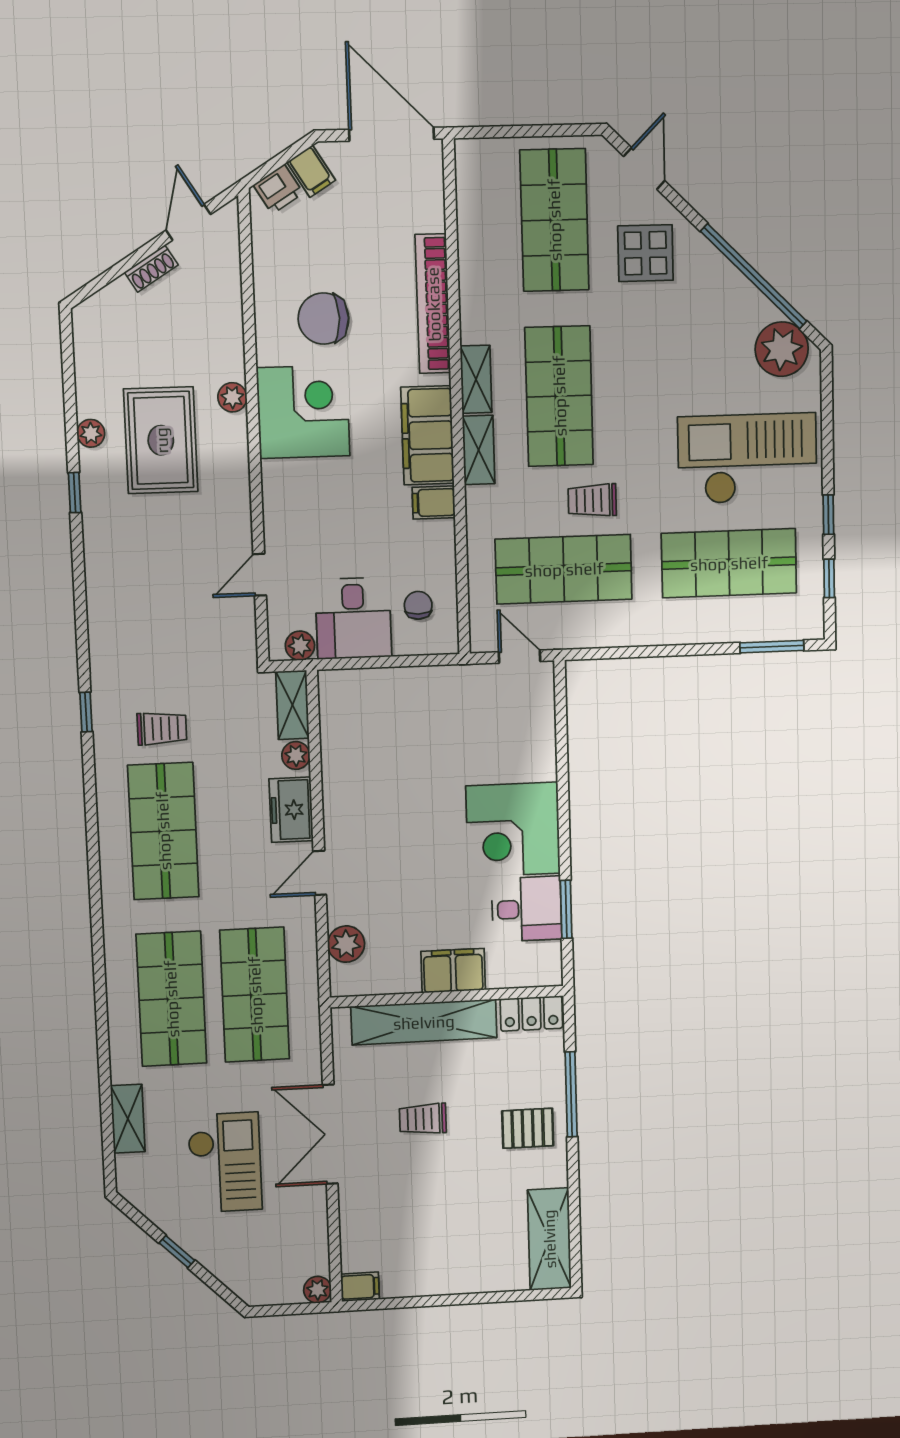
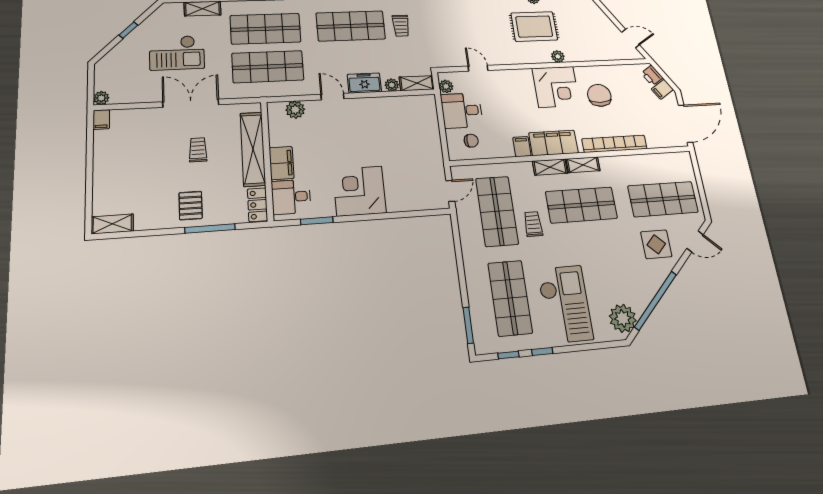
shoe rack: (151, 269) -> (608, 23), removed
desk: (527, 909) -> (291, 197), moved, turned 90
shelving: (549, 1239) -> (112, 224), width x0.67, depth x0.75

